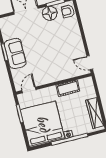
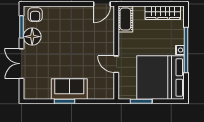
cot: (68, 88) -> (125, 19), moved
door: (29, 90) -> (116, 64), moved

